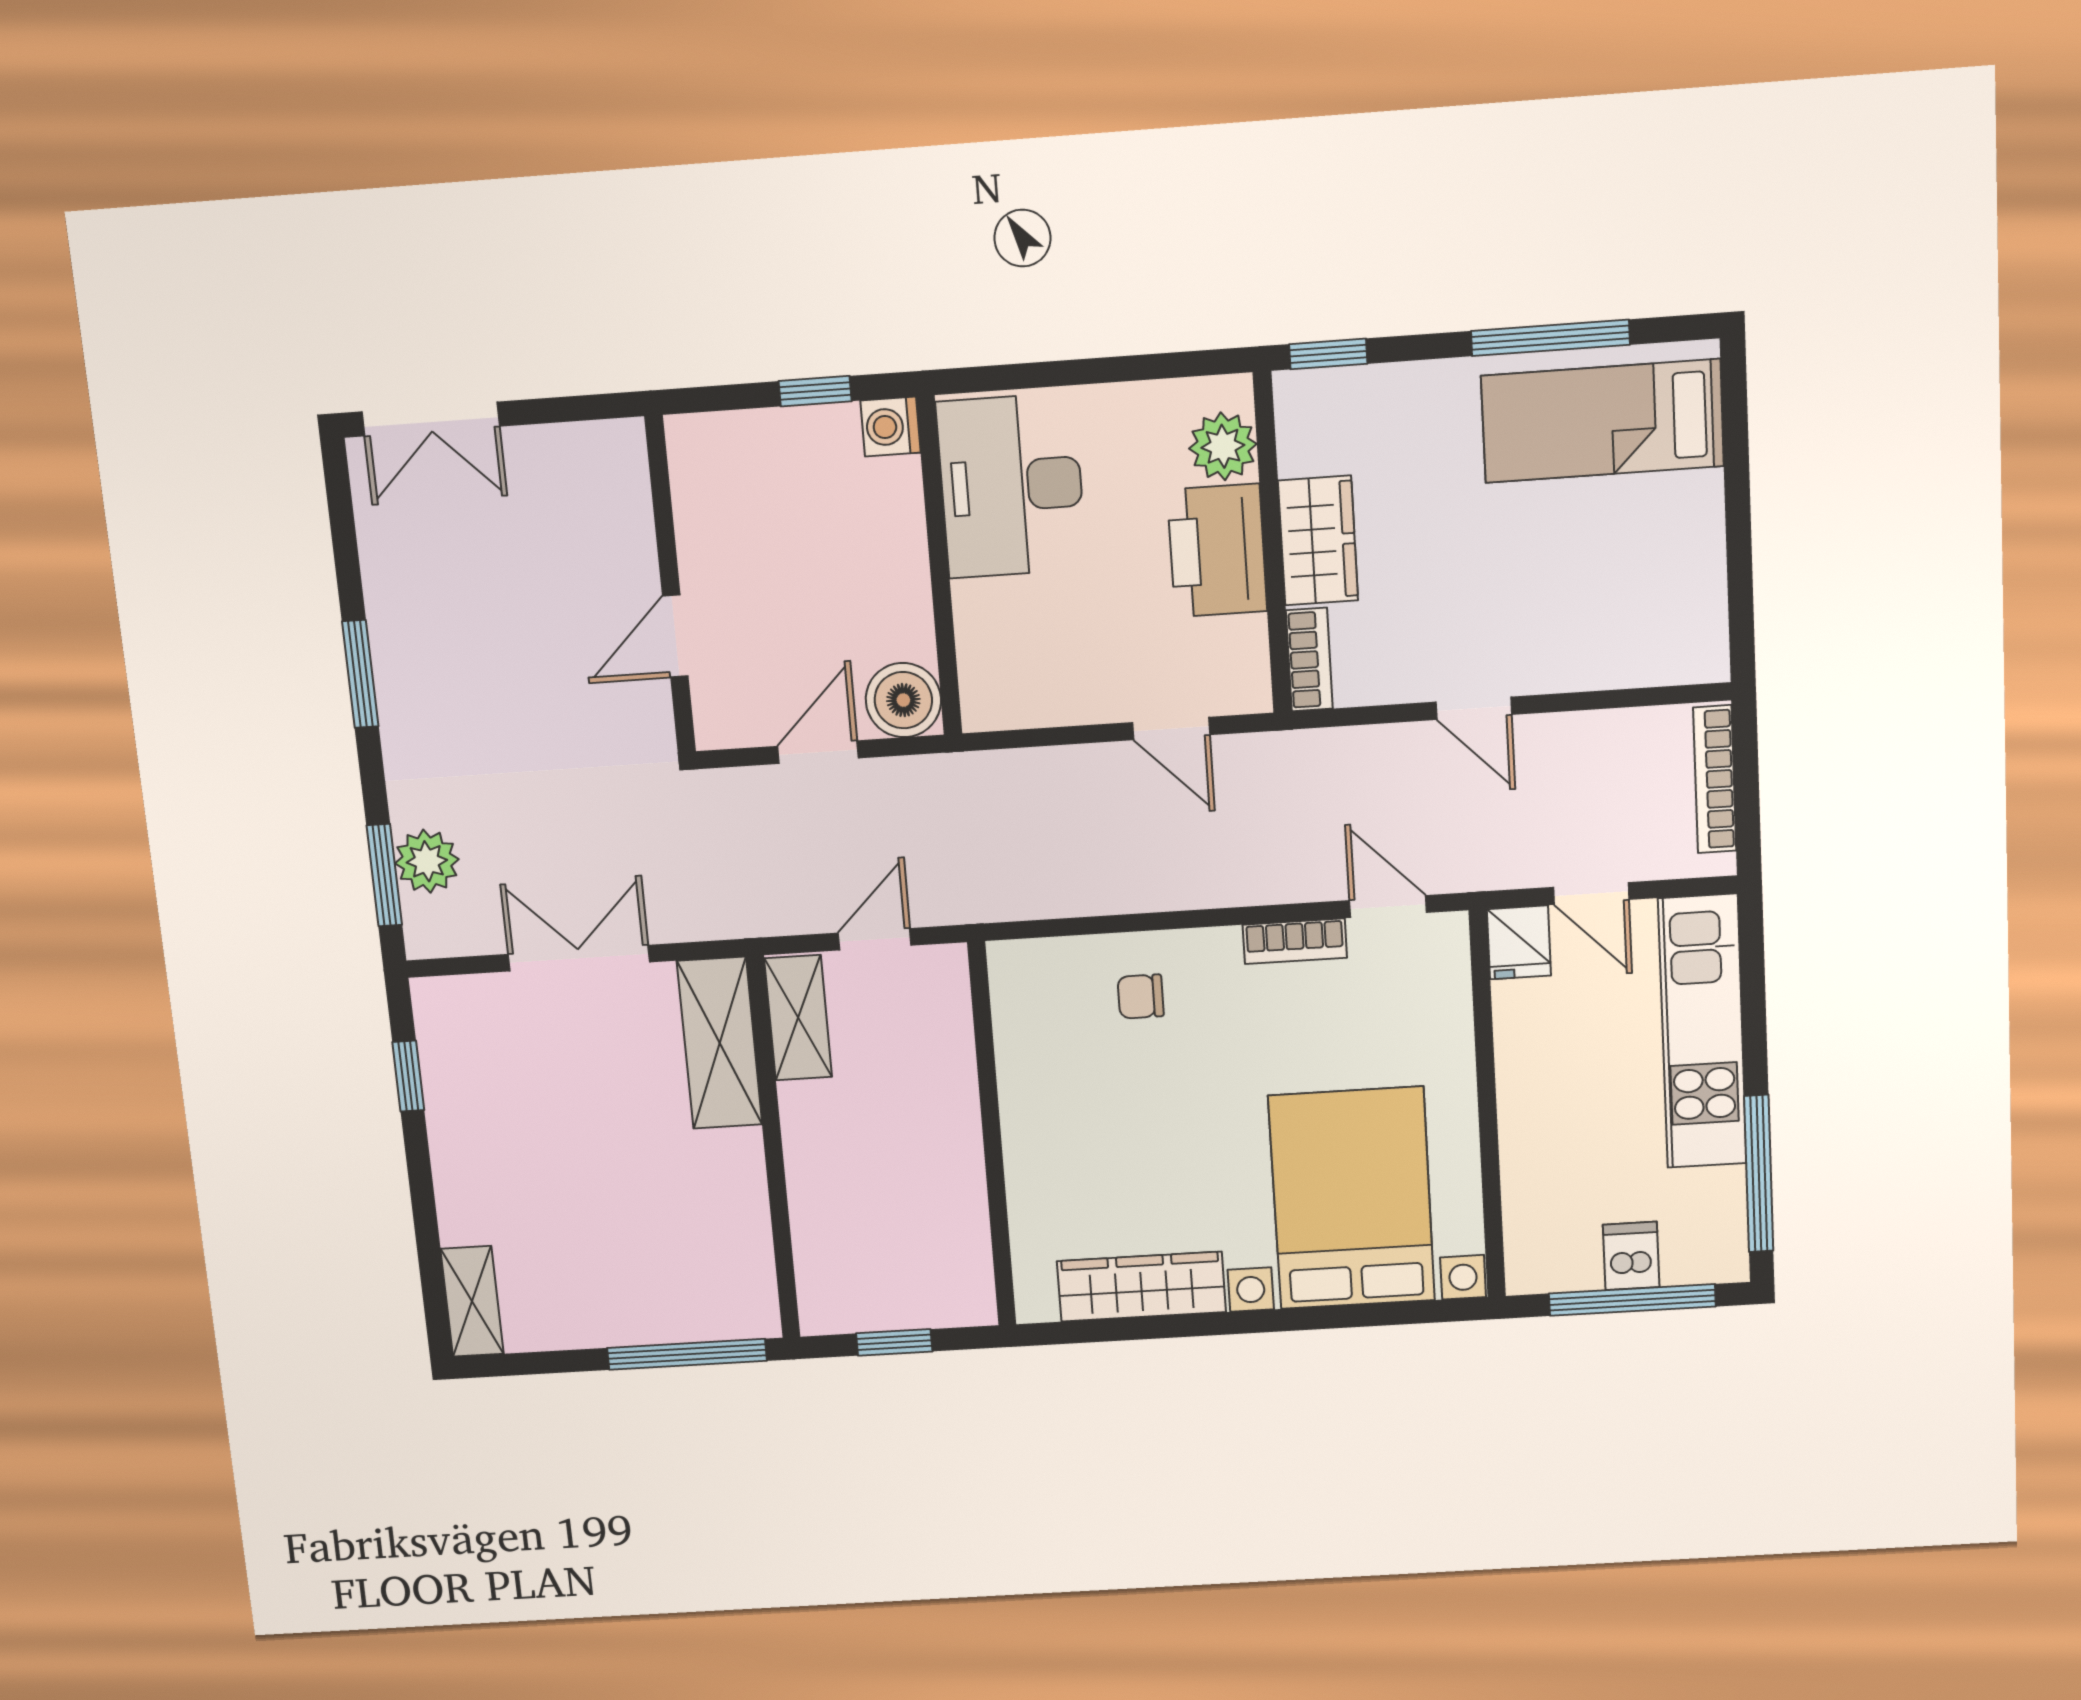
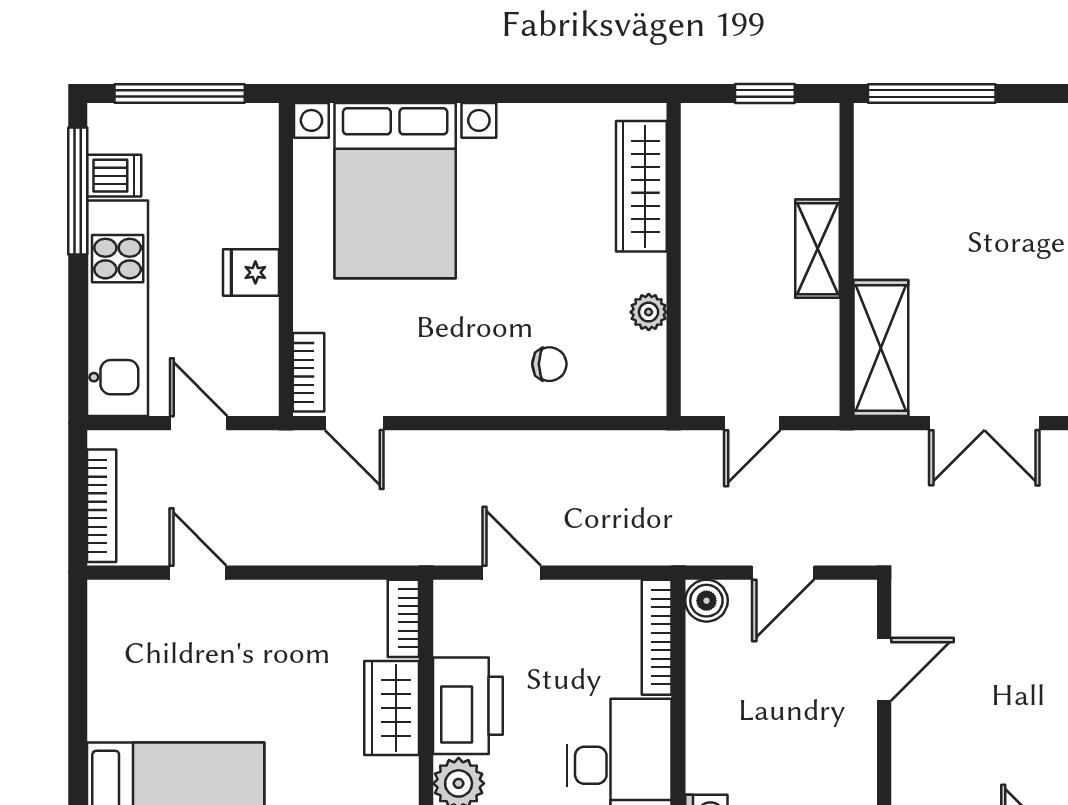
bookcase: (975, 658) -> (657, 637), added
boiler: (903, 700) -> (706, 601), width x0.73, depth x0.73
door: (1474, 708) -> (198, 573), moved
bookcase: (1295, 941) -> (309, 372), moved, turned 90
fridge: (1519, 942) -> (251, 272), moved, turned -90
shelving: (798, 1018) -> (817, 249), moved
plant: (1019, 1069) -> (649, 312), added
dishwasher: (1631, 1256) -> (114, 176), moved, turned -90
wardrobe: (1141, 1287) -> (641, 186), moved, turned 90

